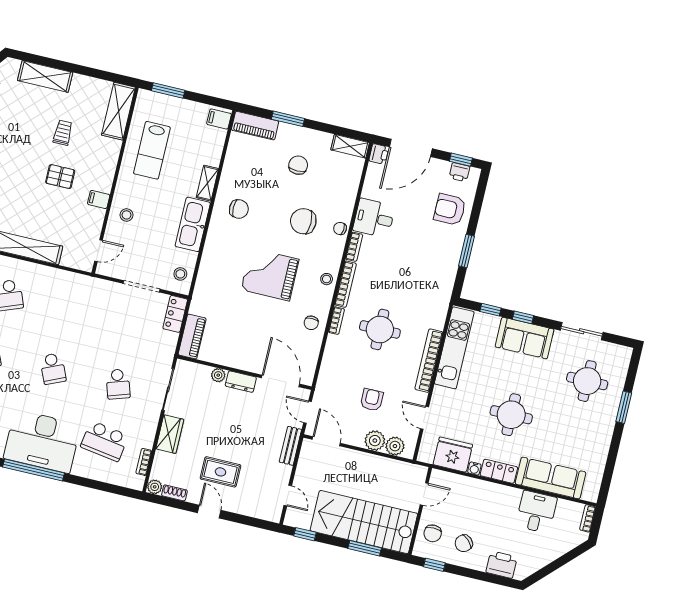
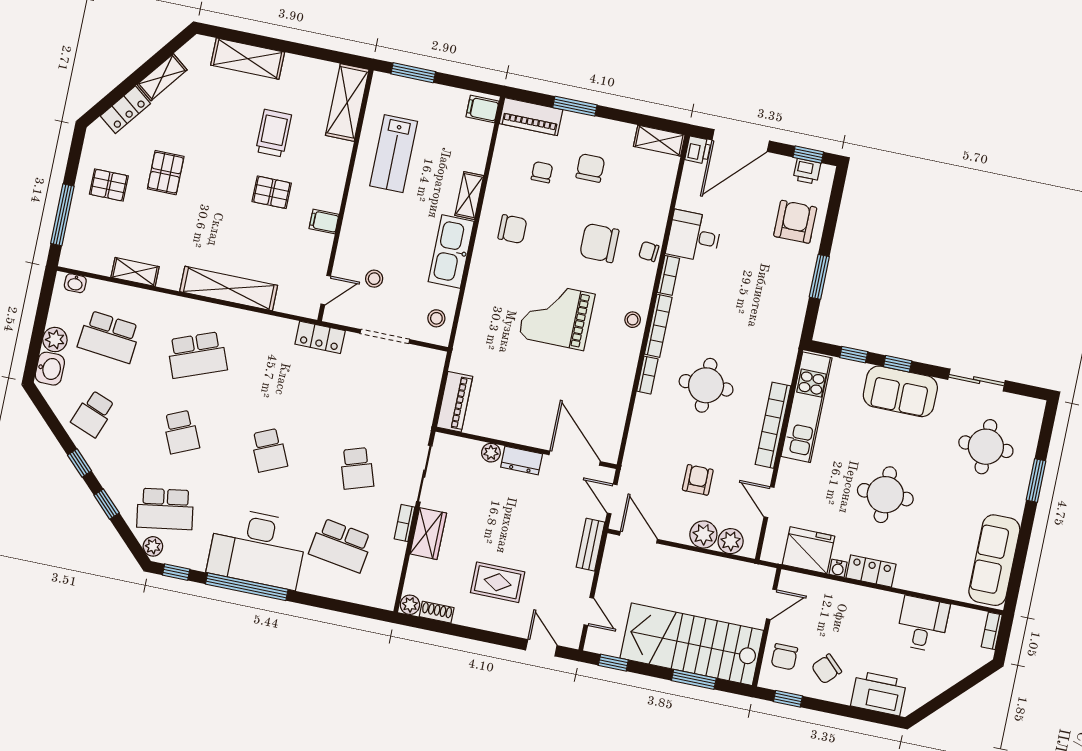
trolley: (63, 133) -> (274, 133), width x1.36, depth x1.39
armchair: (450, 209) -> (795, 222), turned 90
stool: (127, 215) -> (374, 279), moved
locker: (175, 314) -> (320, 337), moved, turned -90
chair: (311, 323) -> (542, 172), moved, turned 180
bookcase: (144, 462) -> (405, 523), moved
sofa: (551, 478) -> (994, 560), moved, turned -90
door: (209, 512) -> (541, 648), moved
printer: (502, 565) -> (879, 693), width x1.37, depth x1.19

